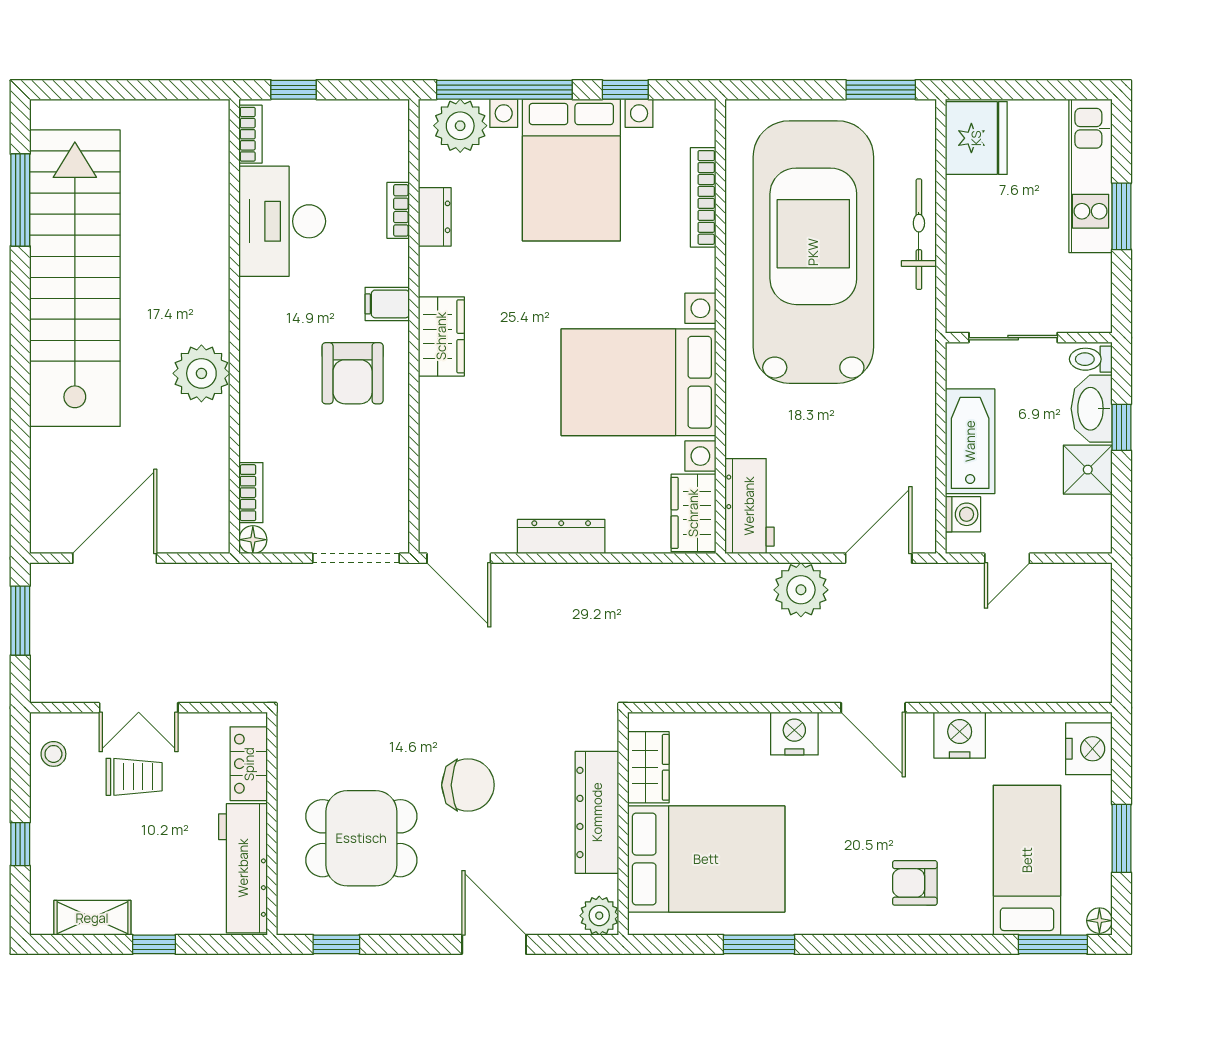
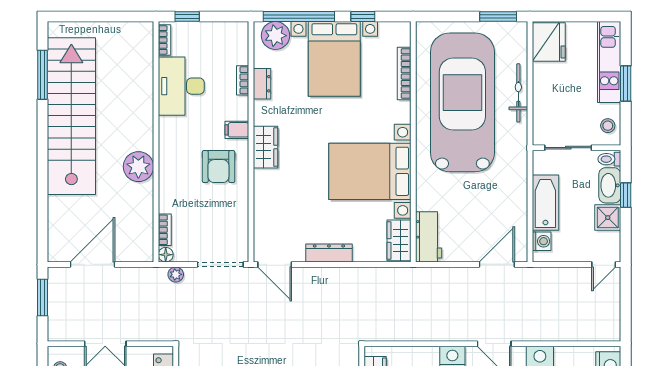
stool: (1088, 296) -> (608, 126), added
door: (1007, 558) -> (604, 264), moved
plant: (801, 590) -> (176, 274), moved, width x0.53, depth x0.53

